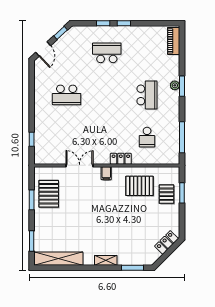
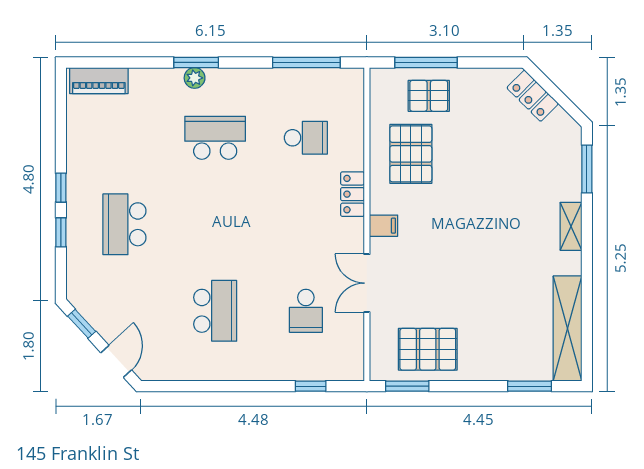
door: (43, 49) -> (116, 361), hinge flipped
school desk: (67, 137) -> (306, 311), added
window: (182, 193) -> (426, 62), width x1.44
window: (32, 200) -> (407, 386), moved

